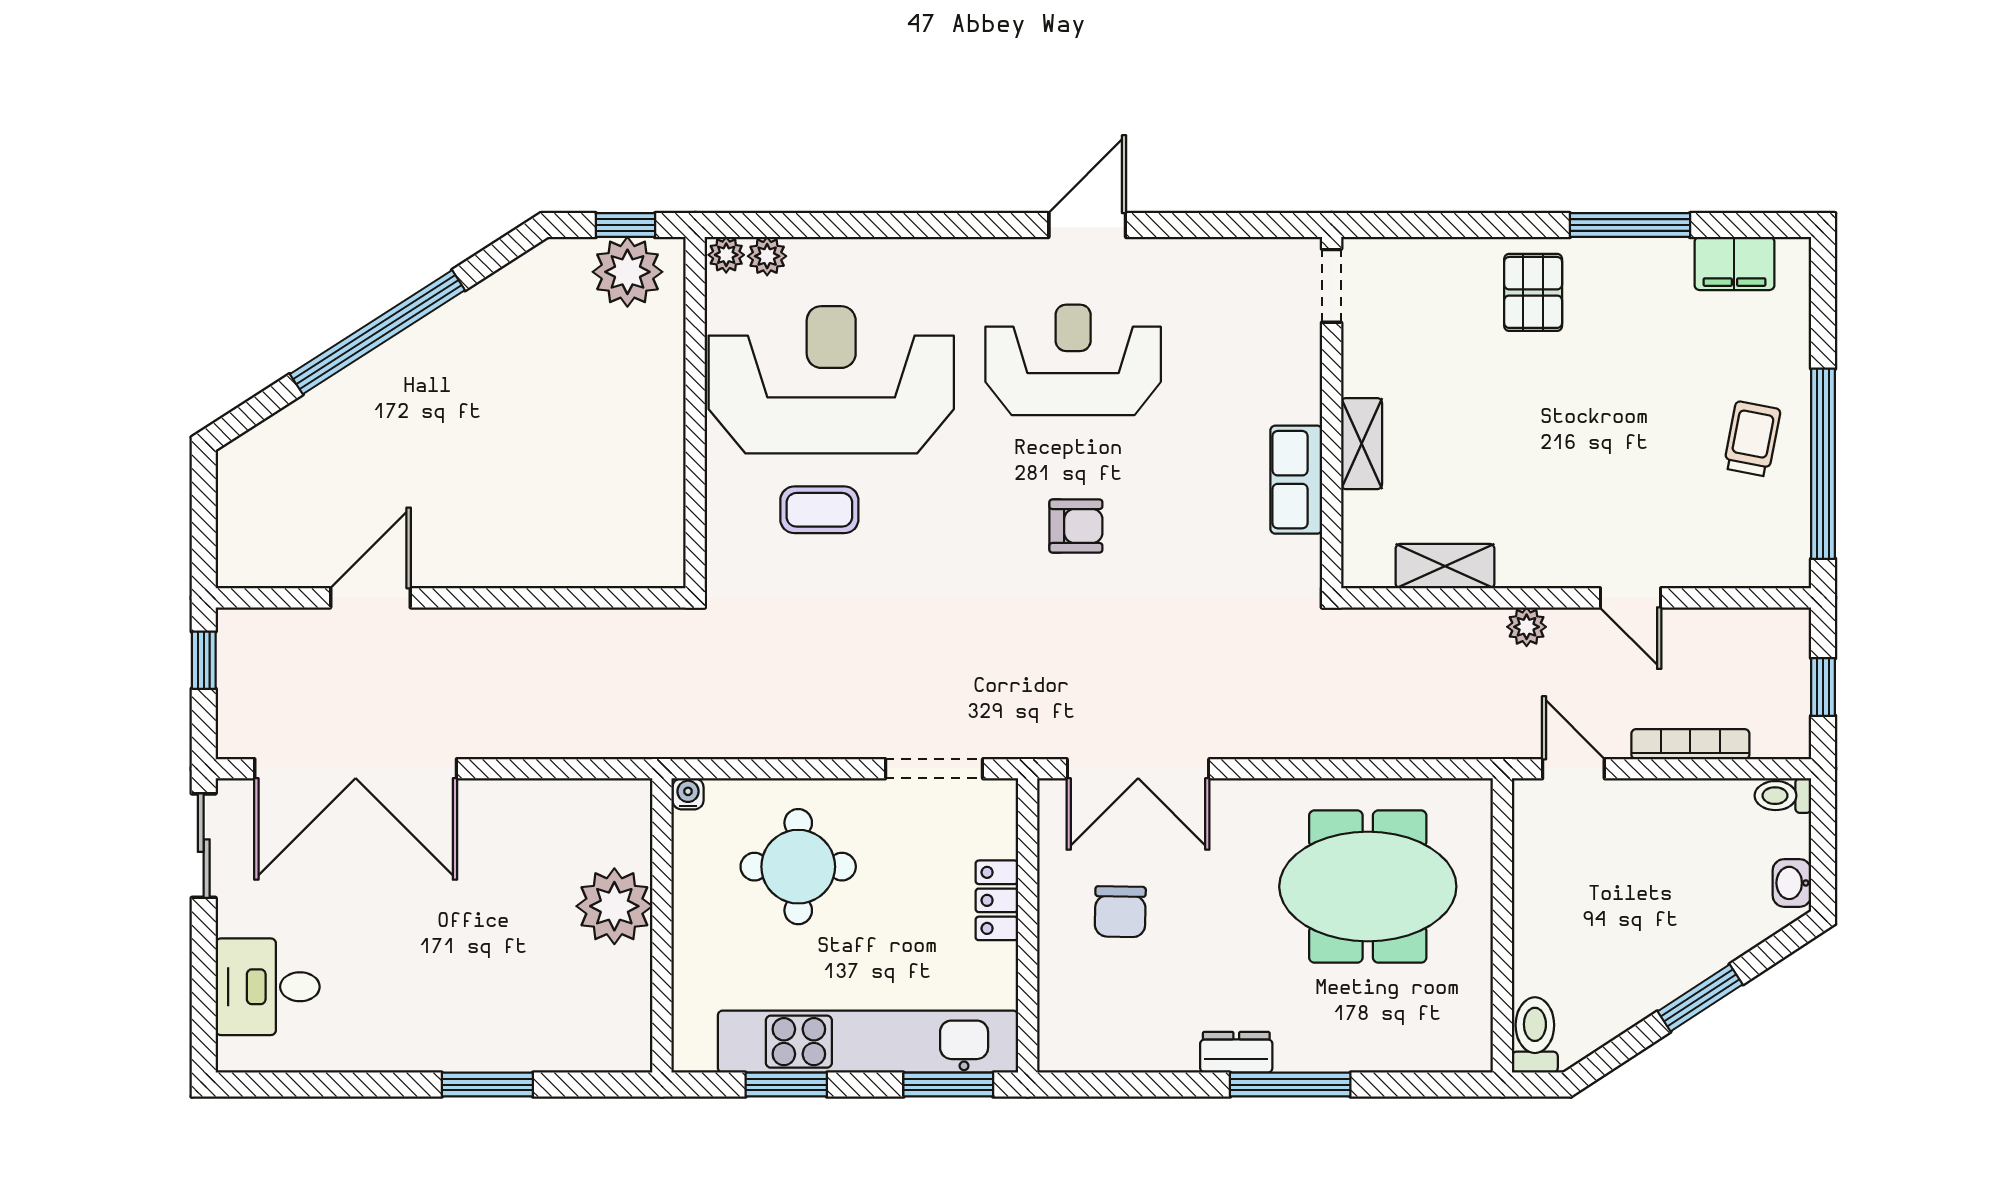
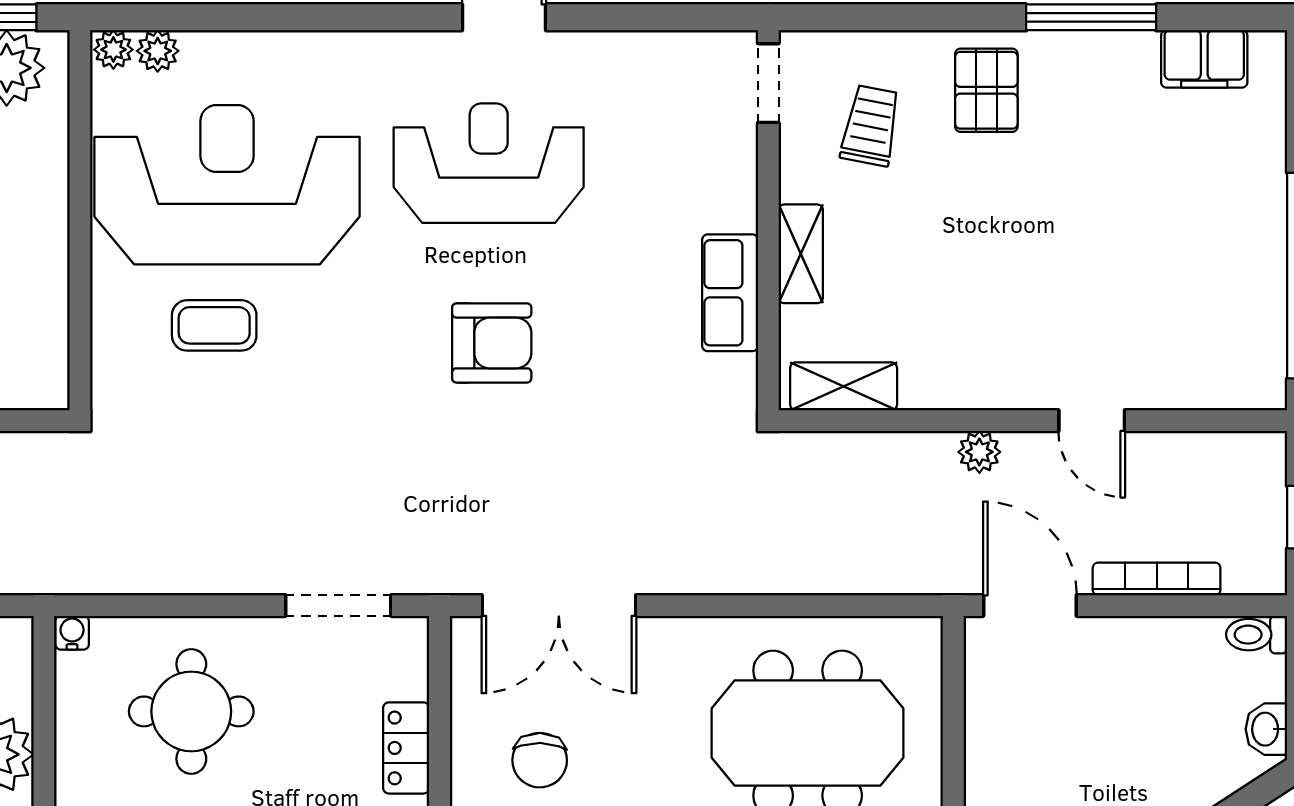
trolley: (1752, 439) -> (871, 126), moved
armchair: (1076, 526) -> (492, 343), width x1.38, depth x1.38
shelving: (1445, 566) -> (844, 386), moved
door: (1573, 769) -> (1030, 606), width x1.38

